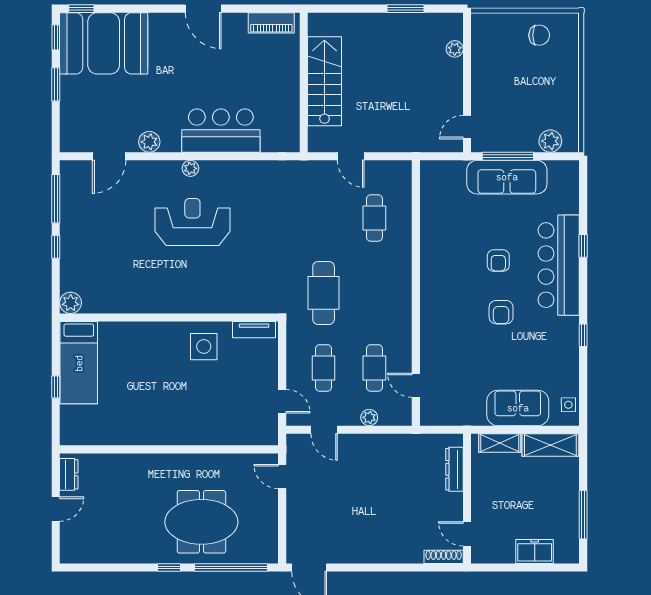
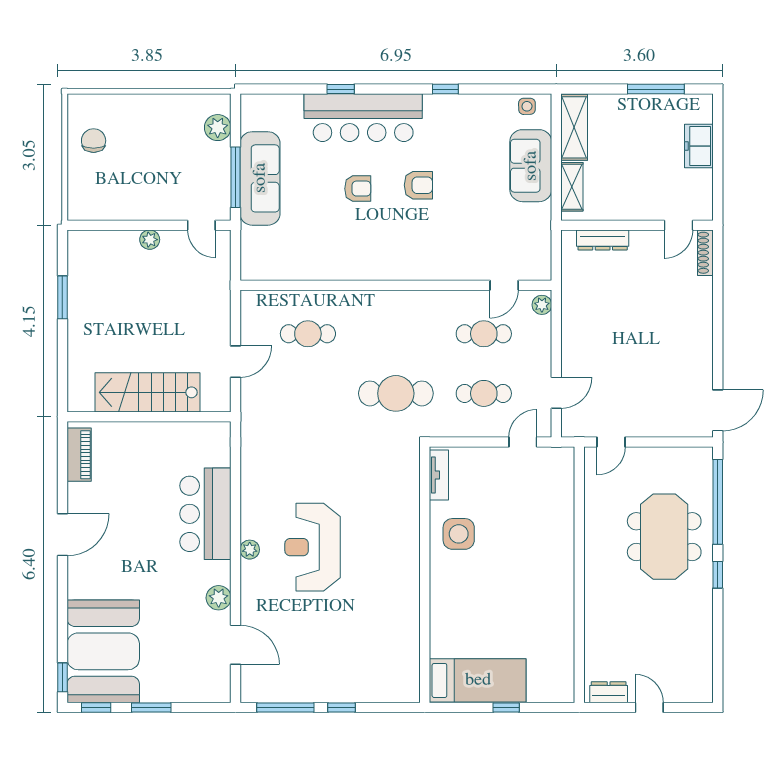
plant: (455, 49) -> (150, 240), moved
plant: (71, 303) -> (407, 690), removed
plant: (369, 417) -> (542, 305), moved

